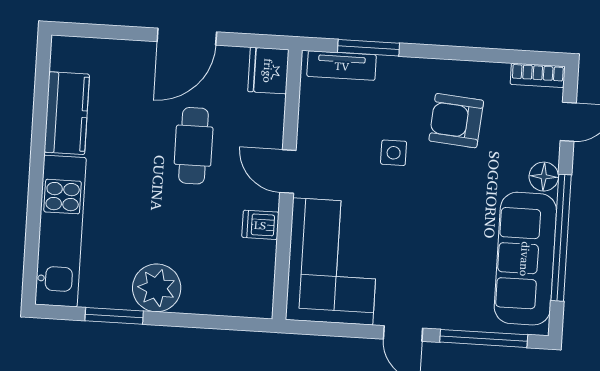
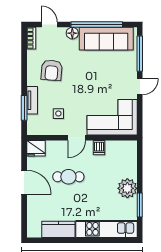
tv unit: (342, 66) -> (32, 100), moved
side table: (394, 153) -> (58, 114), moved

